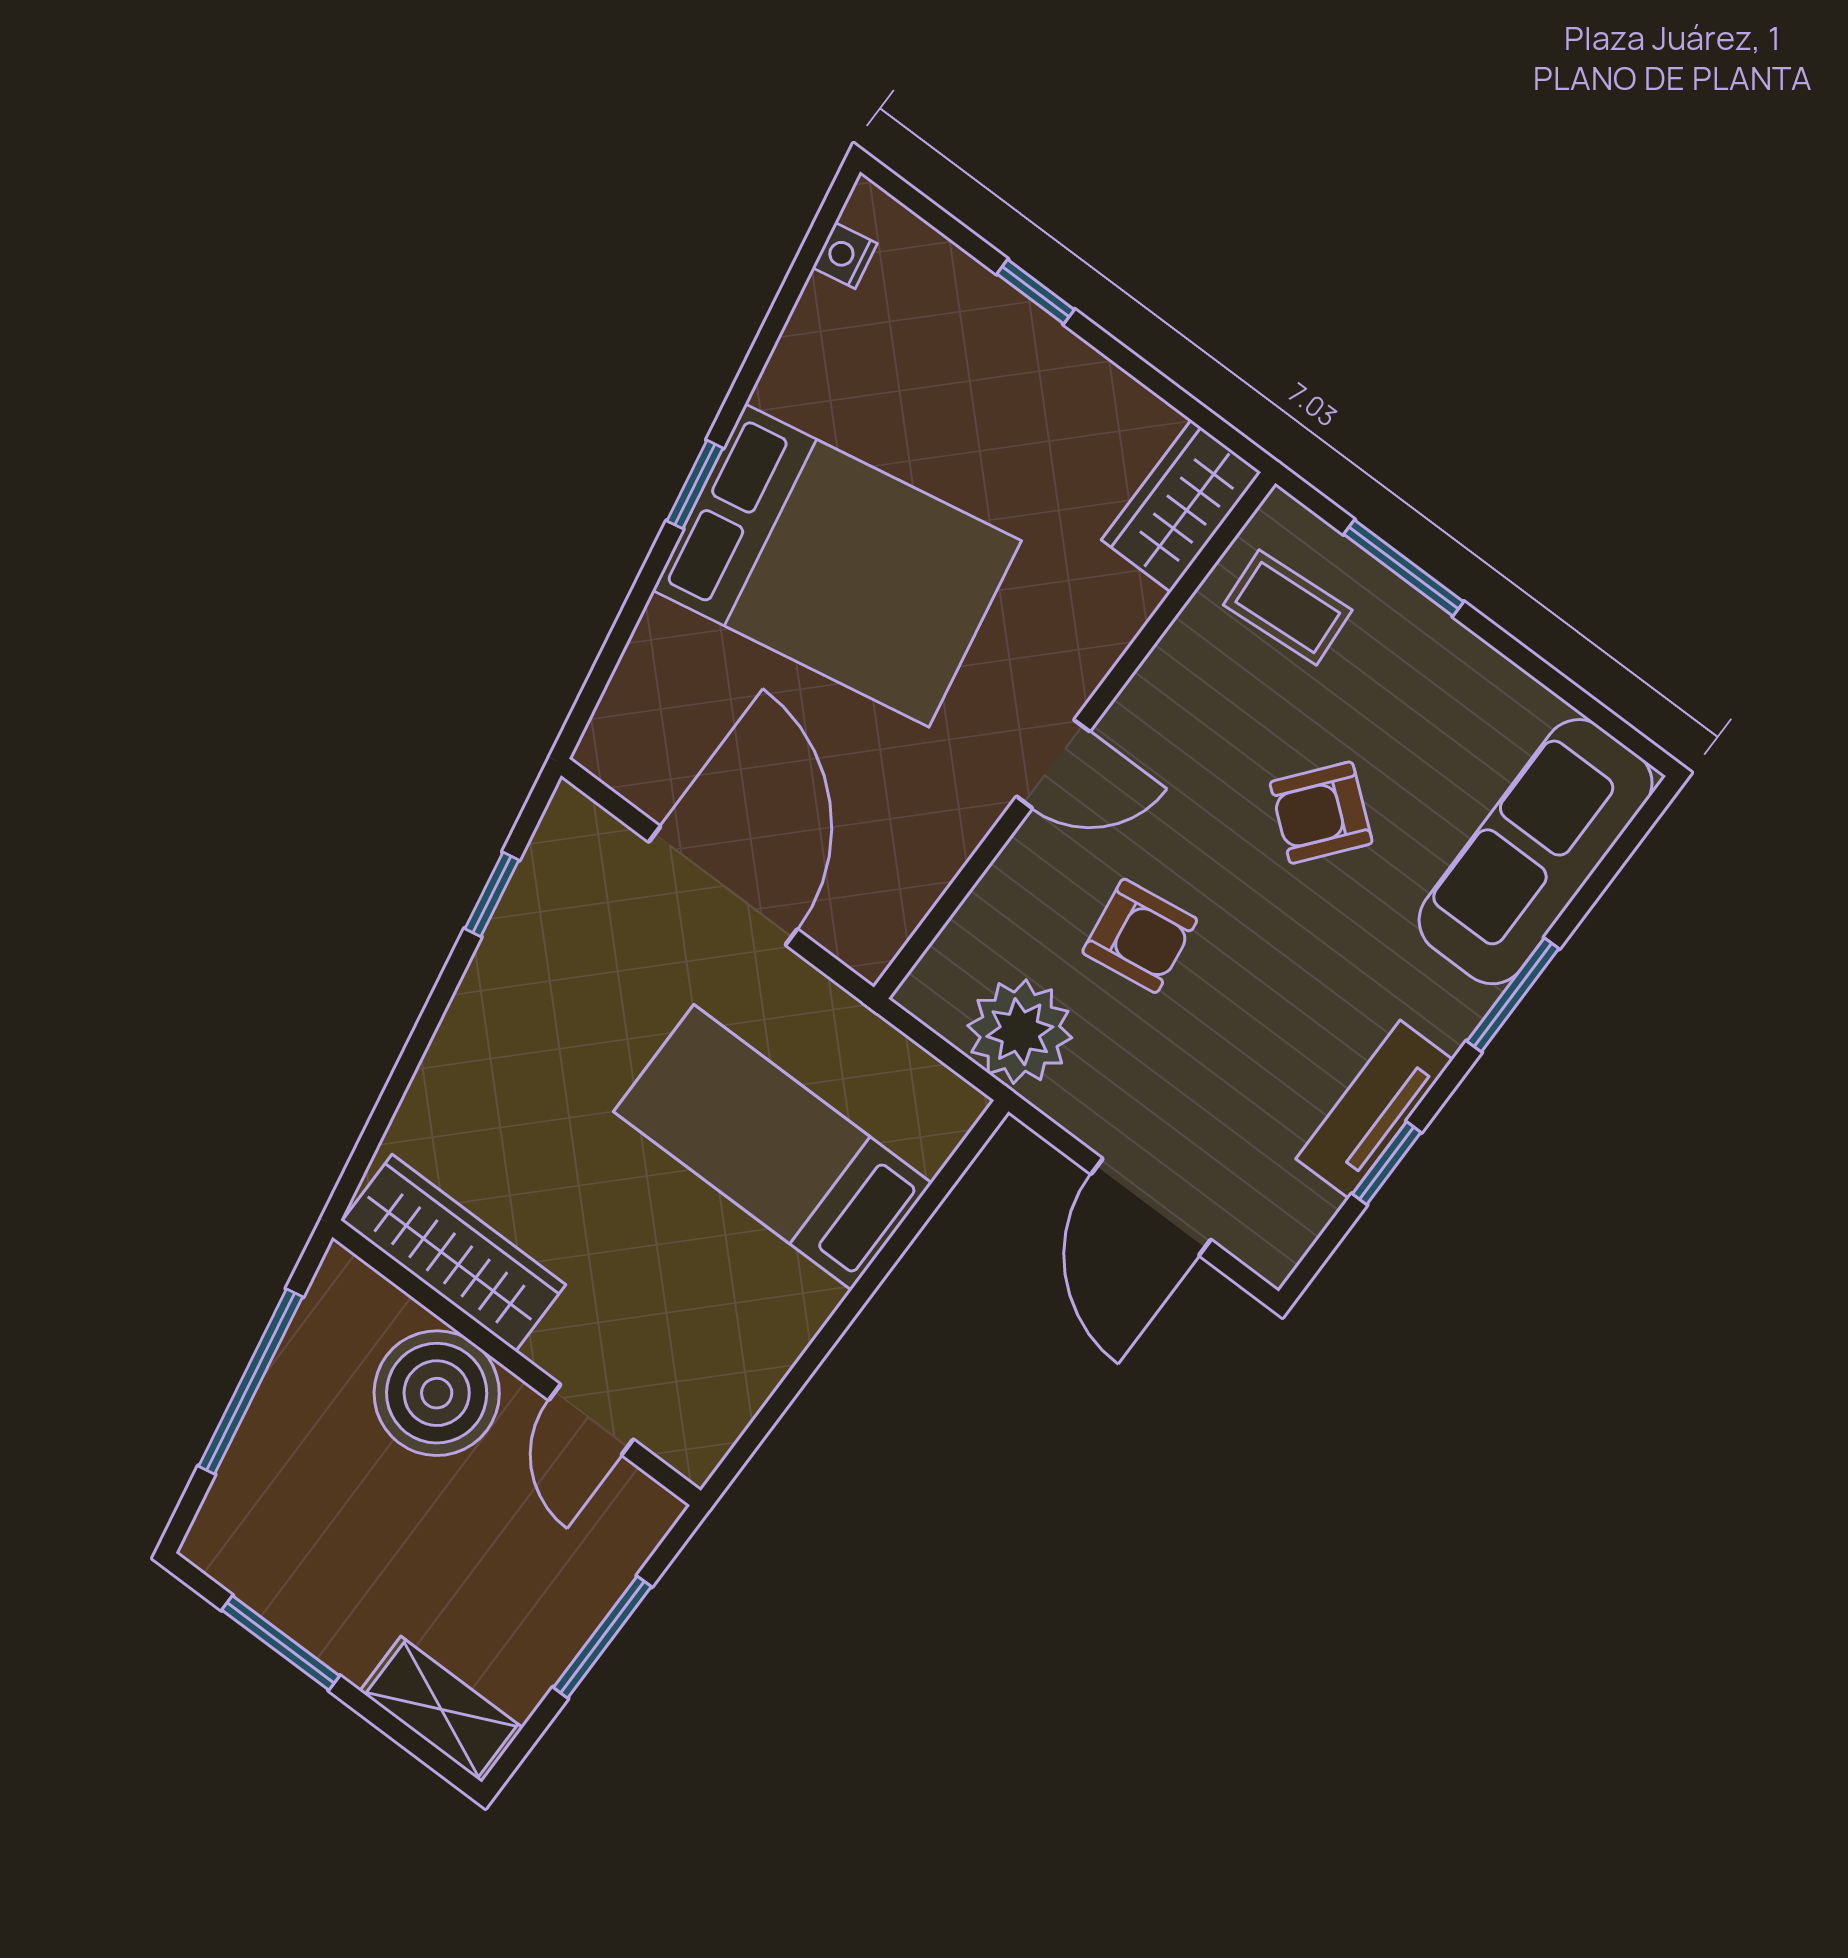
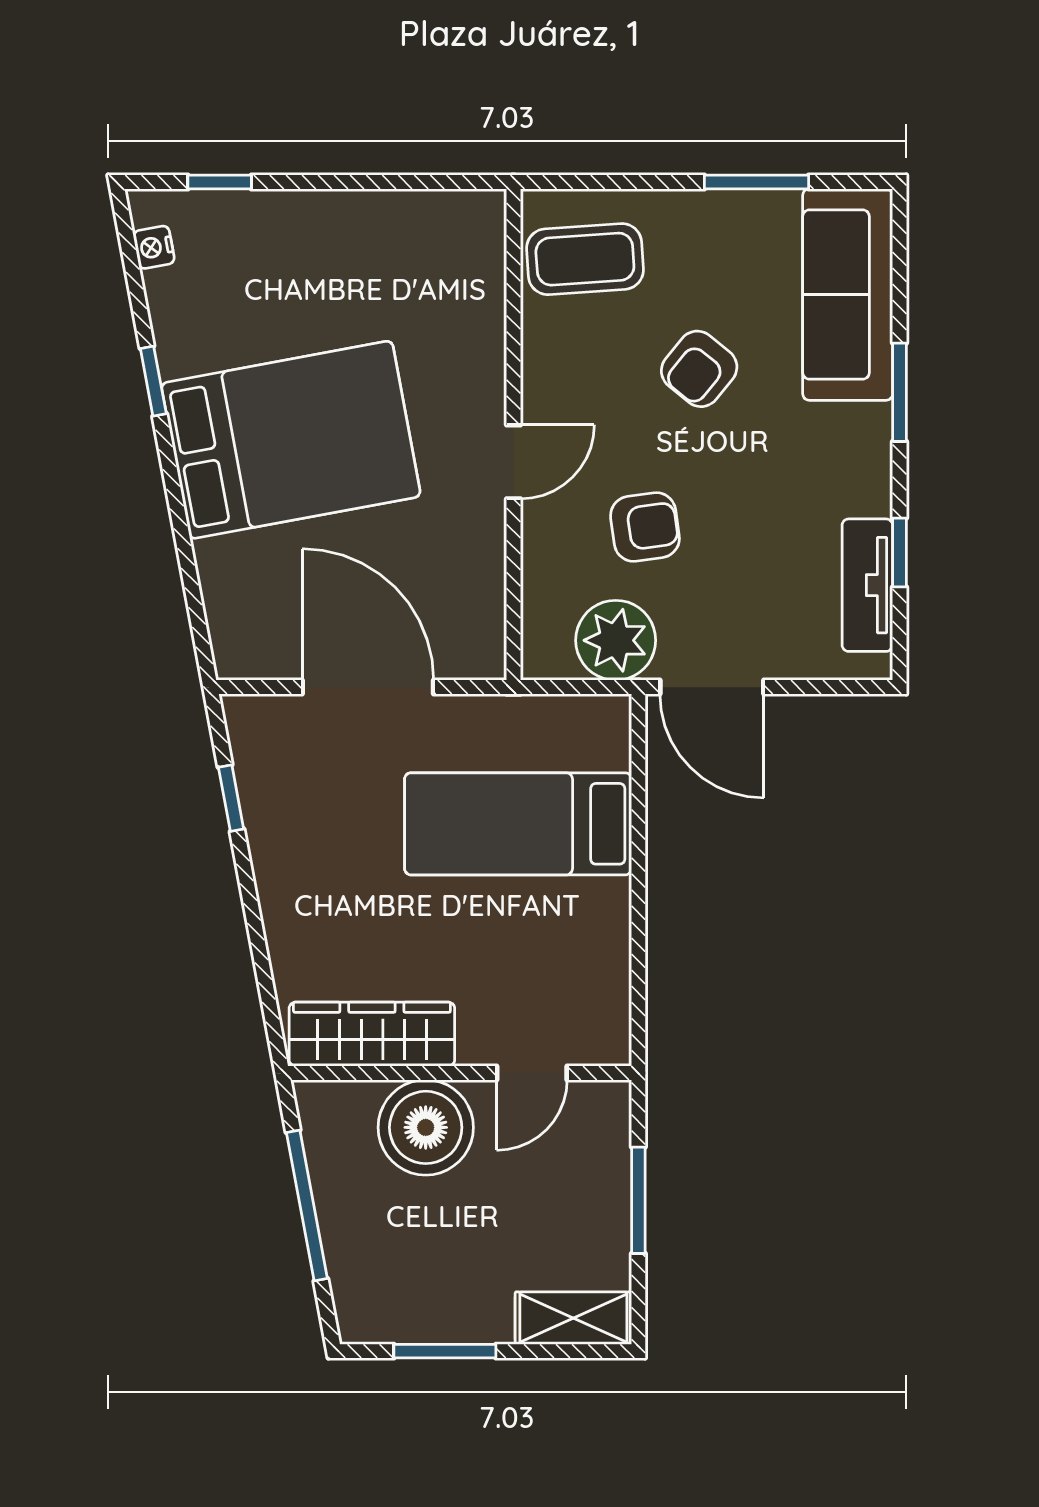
window: (1036, 292) -> (220, 182), moved
window: (695, 484) -> (153, 381), moved
wardrobe: (1181, 506) -> (473, 246), removed
window: (1404, 568) -> (757, 182), moved
coffee table: (1288, 608) -> (585, 259), width x1.36, depth x1.30
tv unit: (1374, 1109) -> (867, 585), moved
door: (1151, 1207) -> (712, 687), moved
door: (591, 1420) -> (532, 1073), hinge flipped

